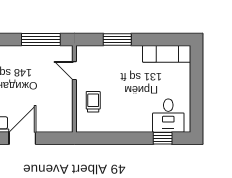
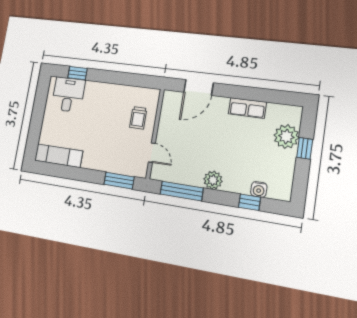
window: (117, 40) -> (119, 181), moved
plant: (14, 54) -> (213, 180), added
door: (22, 138) -> (199, 87), moved

